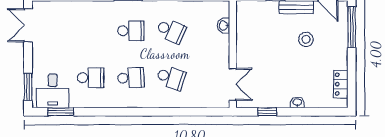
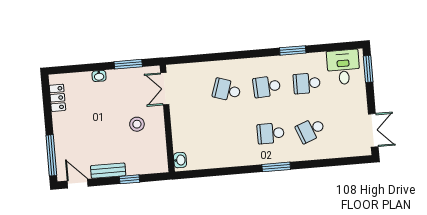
washbasin: (224, 26) -> (180, 160), moved
school desk: (171, 31) -> (311, 130), moved, turned -45
stool: (306, 39) -> (137, 124), moved
window: (61, 112) -> (293, 50), moved
window: (267, 112) -> (128, 64), width x1.50

